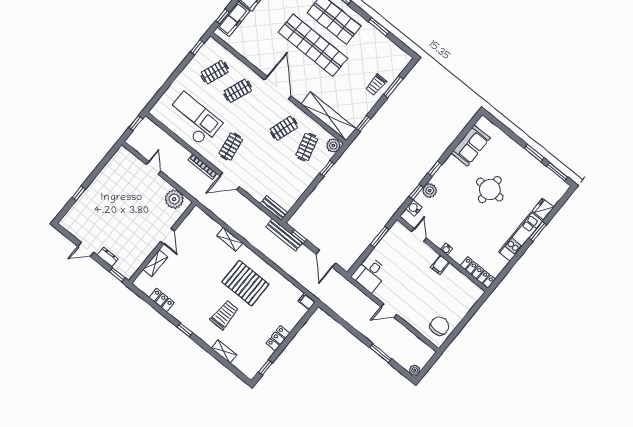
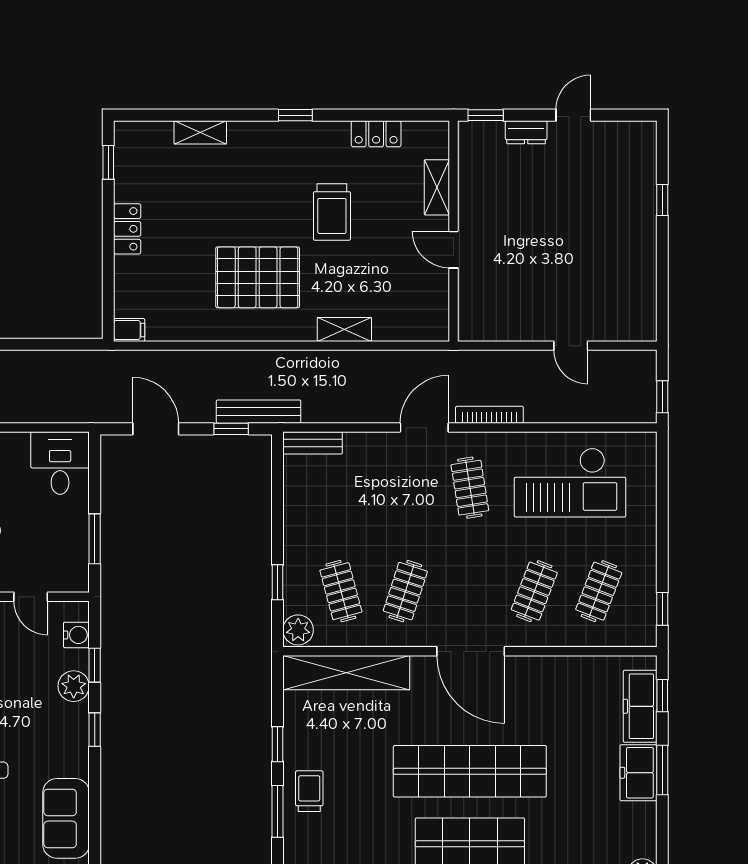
window: (363, 124) -> (277, 744), moved
plant: (174, 199) -> (493, 321), removed
trolley: (224, 315) -> (332, 212), moved

